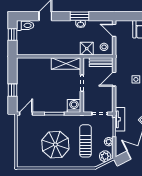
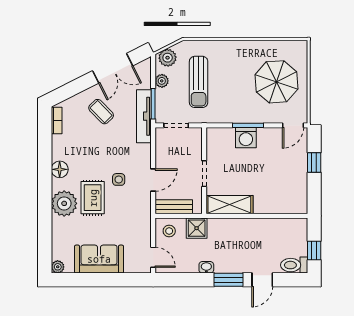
window: (80, 16) -> (229, 280), moved
washing machine: (74, 106) -> (246, 138), moved
tv unit: (120, 119) -> (144, 116), width x1.41
parasol: (55, 145) -> (277, 82), moved

